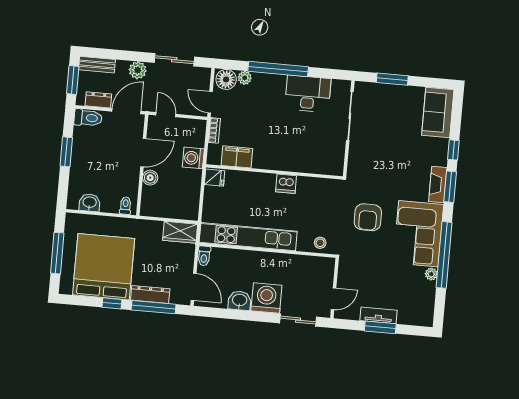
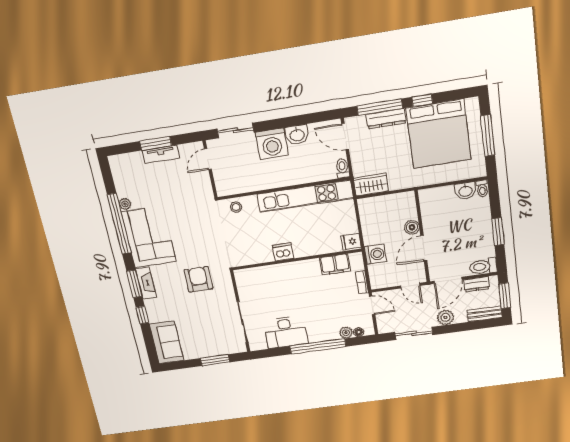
floor lamp: (226, 79) -> (359, 332), width x0.53, depth x0.53
toilet: (125, 206) -> (482, 189), moved
armchair: (368, 217) -> (198, 279), moved

